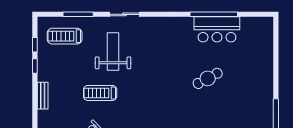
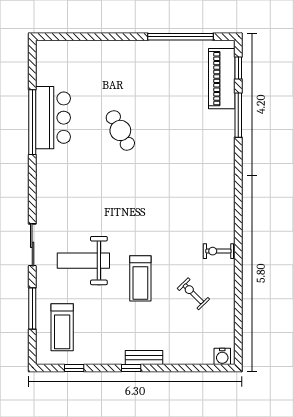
window: (35, 66) -> (131, 368), moved

